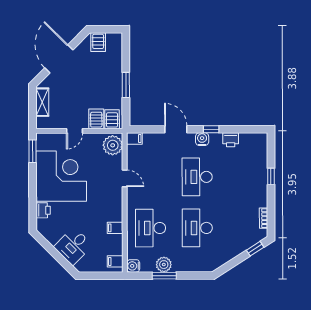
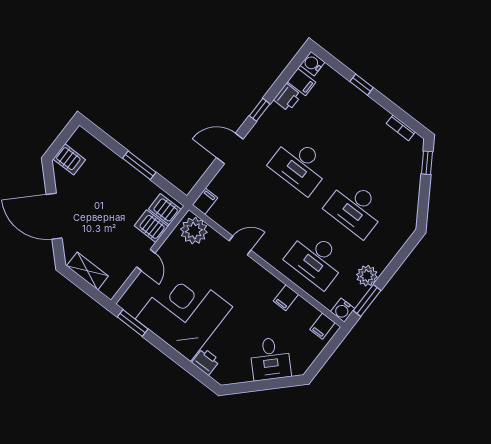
water cooler: (202, 139) -> (312, 64), moved
filing cabinet: (246, 141) -> (302, 82), added
window: (164, 276) -> (367, 301), moved

